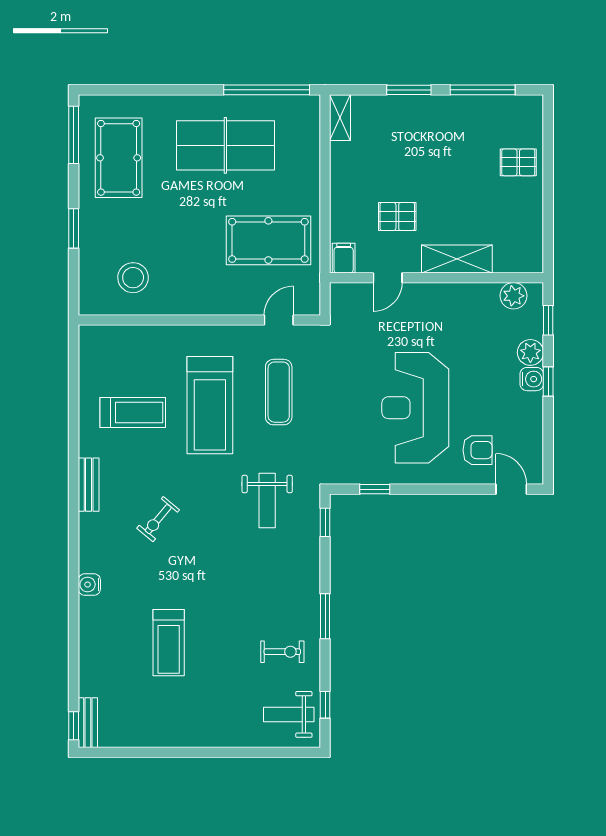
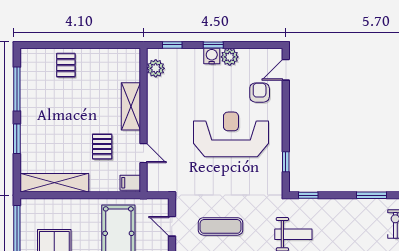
shelving: (340, 118) -> (54, 183), width x2.20, depth x1.33
plant: (530, 352) -> (230, 57), moved
reception desk: (415, 408) -> (231, 134), turned 180

